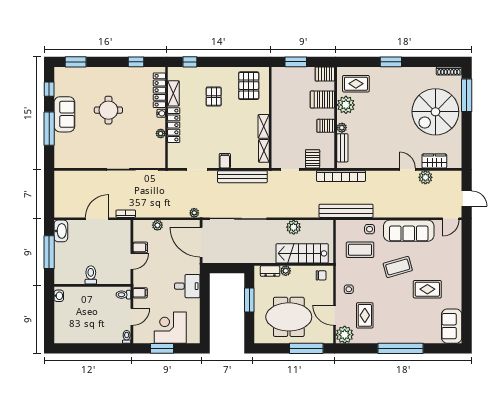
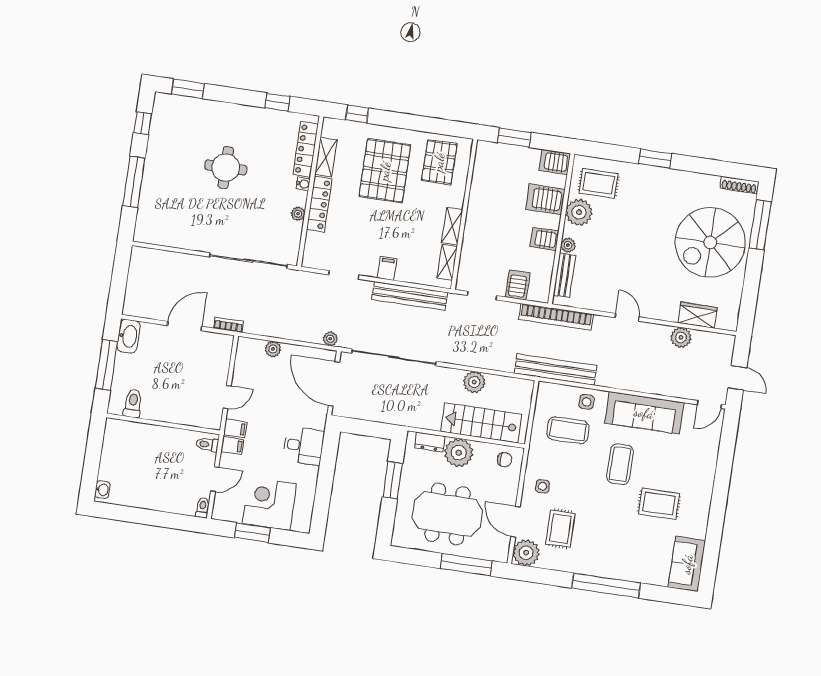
pallet: (214, 97) -> (385, 171), width x2.05, depth x2.00
sofa: (64, 114) -> (160, 164), removed
door: (407, 169) -> (627, 317), moved
filing cabinet: (140, 247) -> (235, 428), moved
coffee table: (398, 267) -> (620, 464), turned -74
plant: (286, 271) -> (459, 453), width x1.88, depth x1.88
toilet: (91, 275) -> (133, 403), moved
washbasin: (59, 296) -> (102, 490), moved

